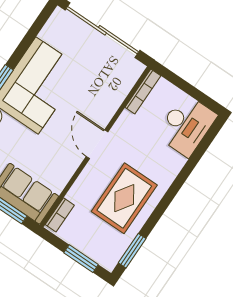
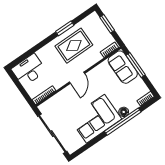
window: (132, 251) -> (65, 28), moved

